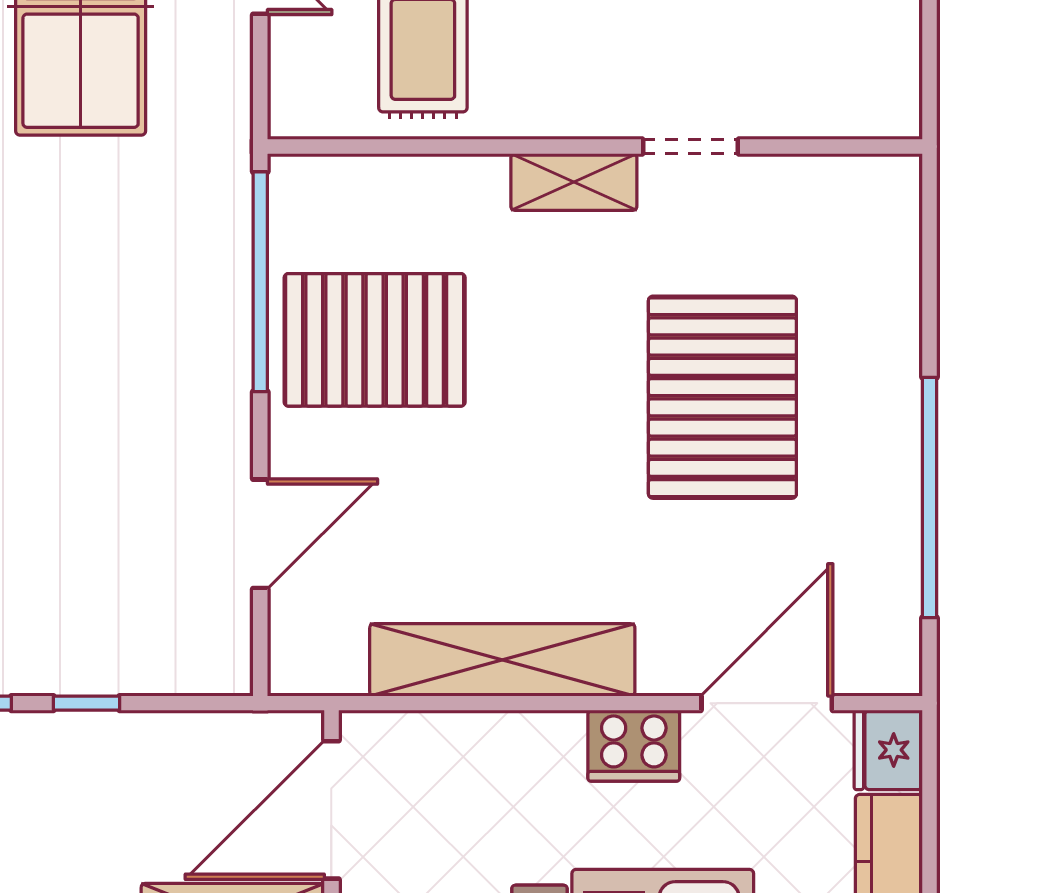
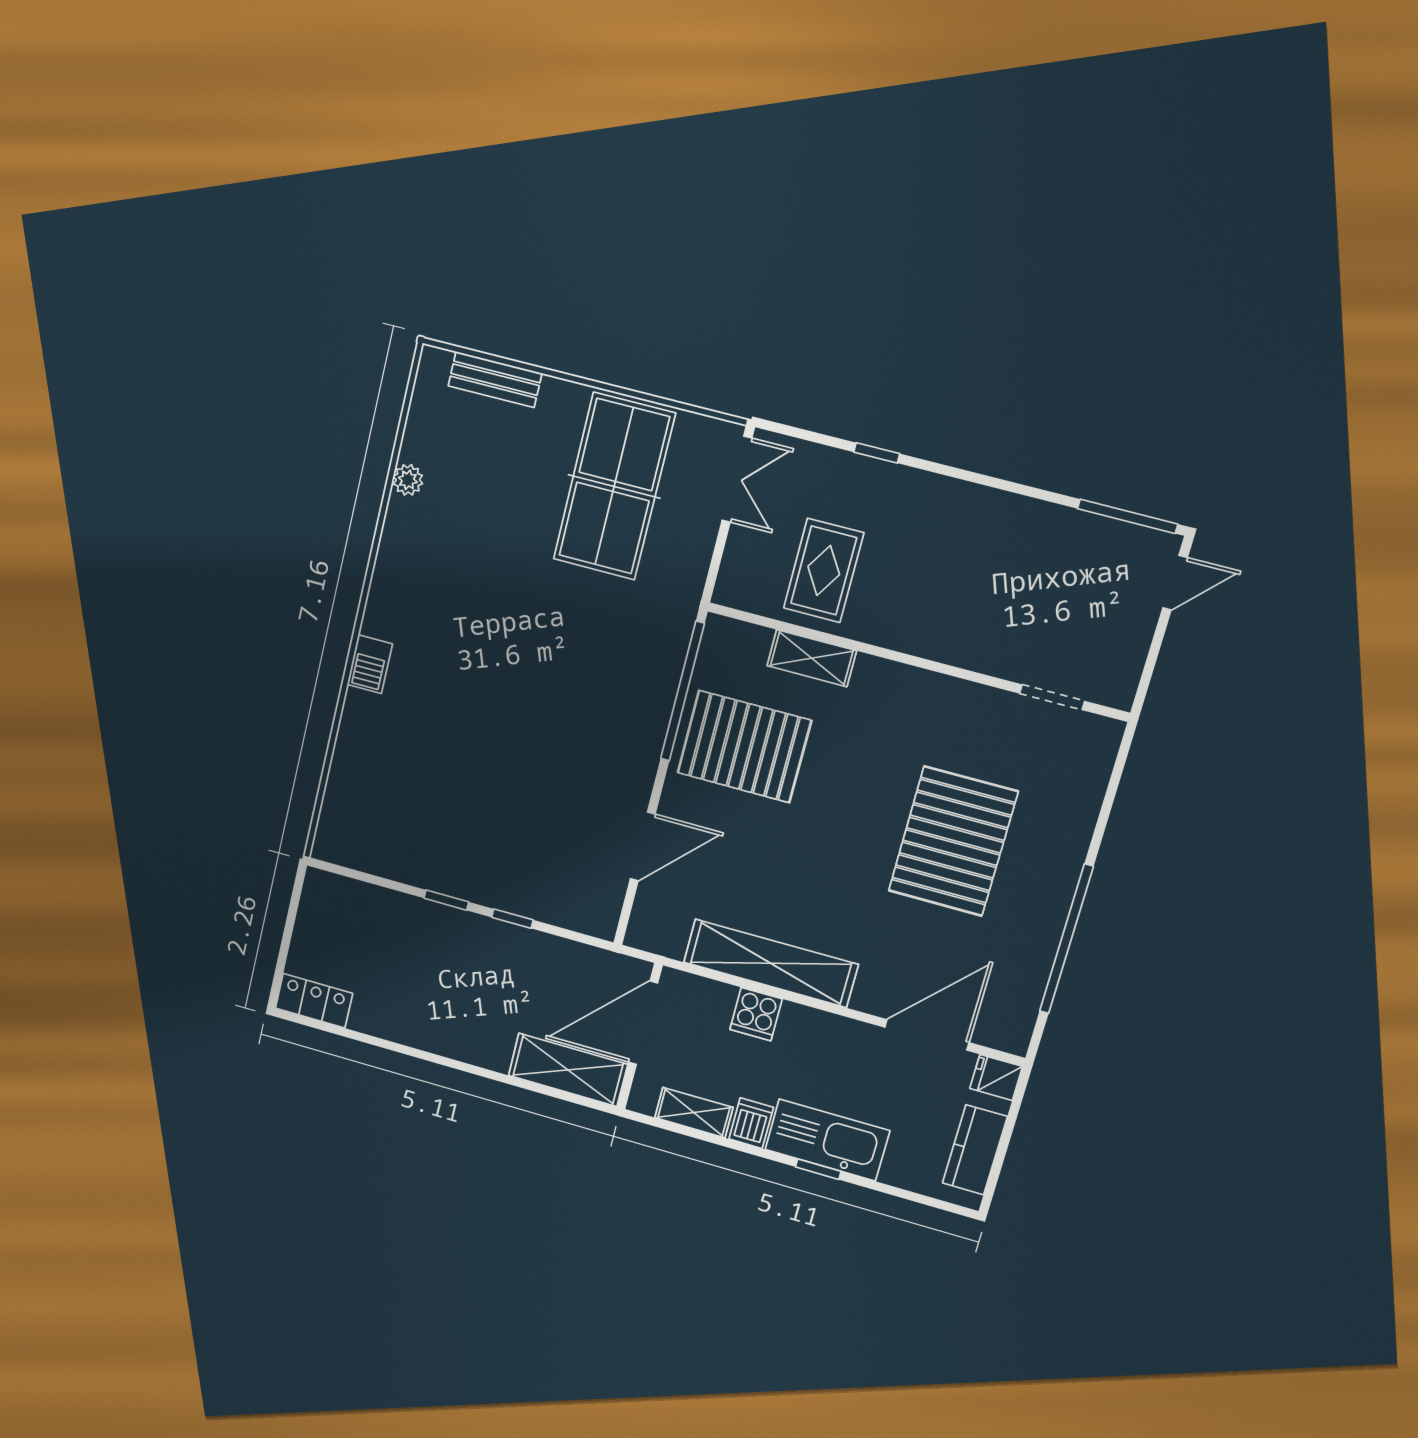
doorway: (691, 146) -> (1052, 697), moved
shelving: (574, 182) -> (812, 658), moved
cooker: (634, 746) -> (756, 1014), moved, width x0.73
fridge: (888, 750) -> (996, 1077), width x0.72

